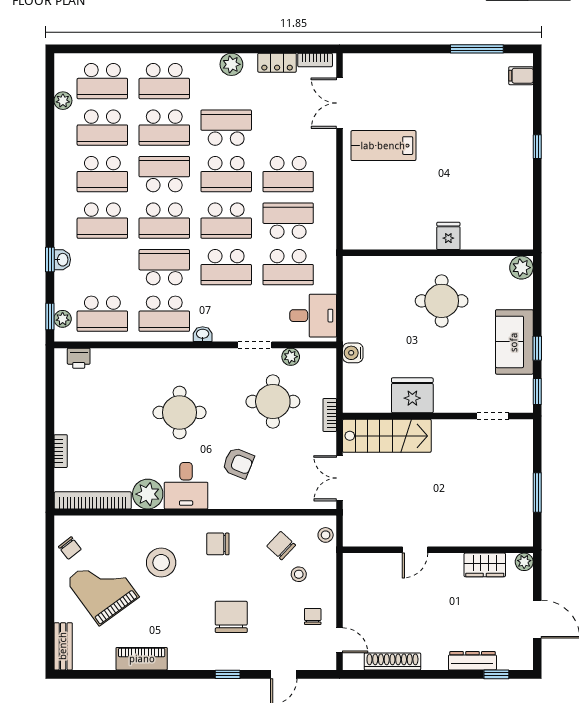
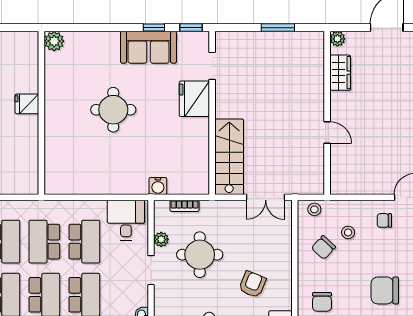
fridge: (448, 236) -> (27, 104), moved
wall: (438, 253) -> (41, 113), moved
plant: (521, 268) -> (54, 41), moved
fridge: (412, 395) -> (194, 99), moved
bookcase: (330, 415) -> (185, 206), moved

